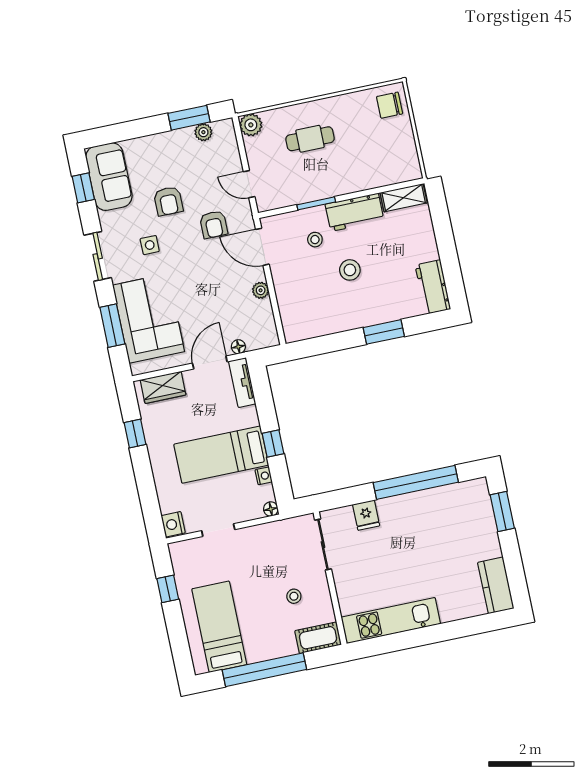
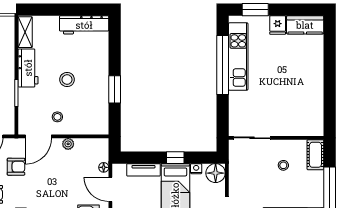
stool: (315, 240) -> (57, 117), moved
workbench: (433, 287) -> (84, 25), width x1.38
window: (384, 332) -> (115, 89), moved
tv unit: (242, 383) -> (143, 170), moved
floor lamp: (271, 509) -> (216, 173), width x1.89, depth x1.89
fridge: (366, 515) -> (278, 25), moved, turned 90
kitchen unit: (391, 621) -> (238, 56), moved, turned 180

